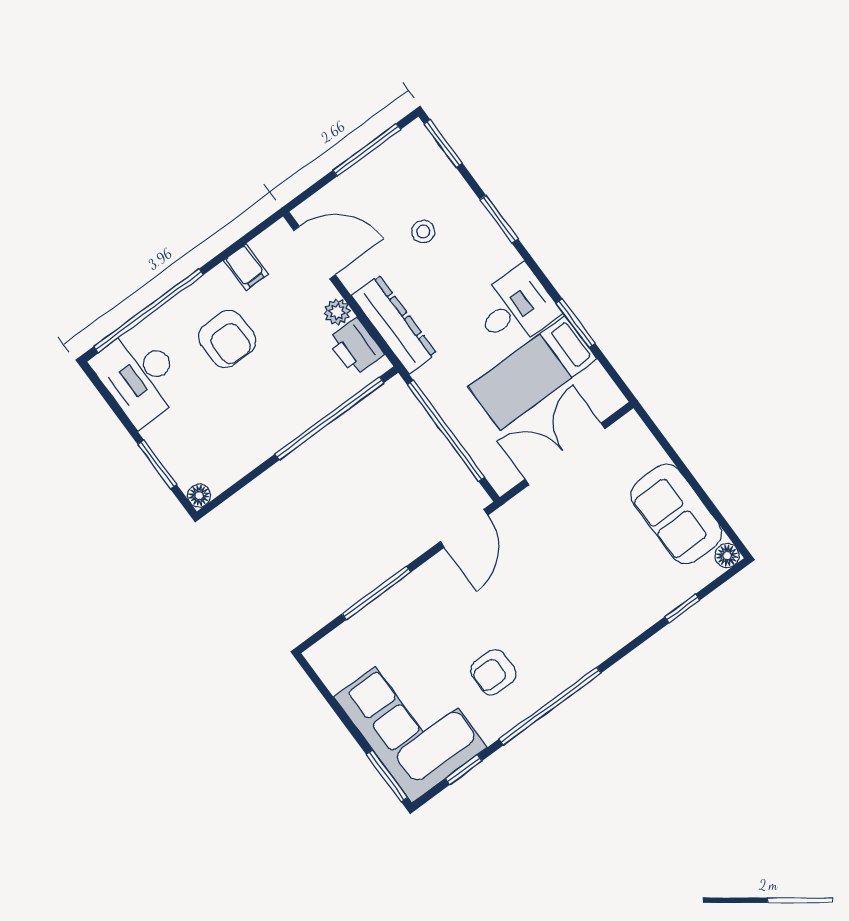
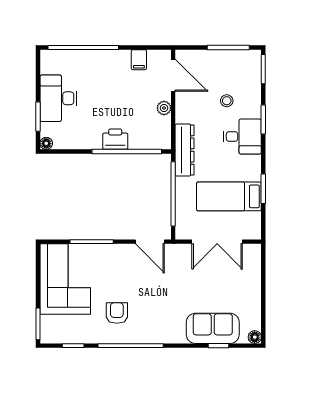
desk: (516, 308) -> (242, 137), moved
dresser: (394, 324) -> (185, 150), moved
armchair: (227, 339) -> (108, 85), removed
printer: (355, 347) -> (115, 139), moved, turned 90
desk: (139, 376) -> (58, 98), moved
double door: (565, 454) -> (217, 242), swing flipped
sofa: (676, 514) -> (213, 328), moved, turned 90
door: (464, 528) -> (150, 242), hinge flipped
armchair: (493, 672) -> (117, 313), turned 90
corner sofa: (411, 722) -> (65, 279), moved

